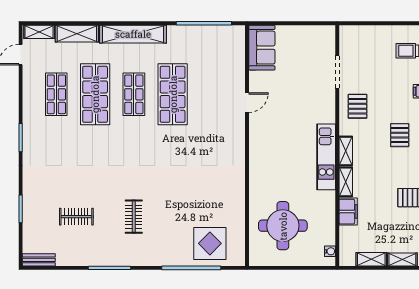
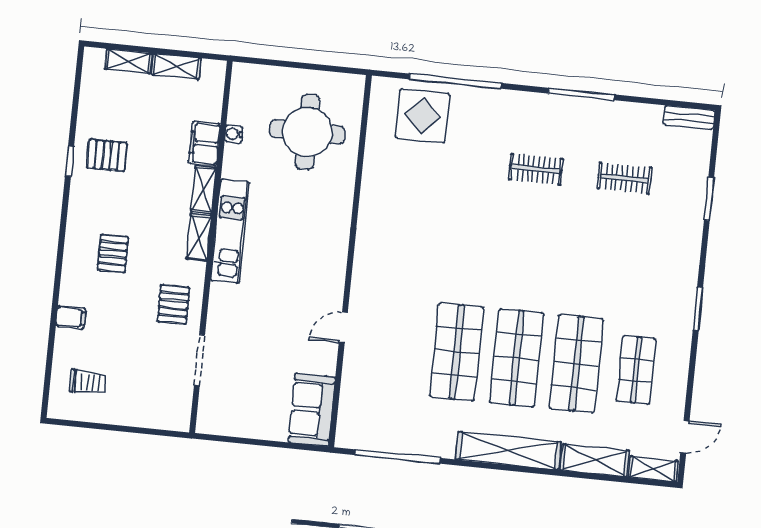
shop shelf: (134, 94) -> (517, 358), width x1.43, depth x1.36
clothes rail: (134, 217) -> (536, 169), turned 90
water cooler: (330, 251) -> (234, 134), moved

